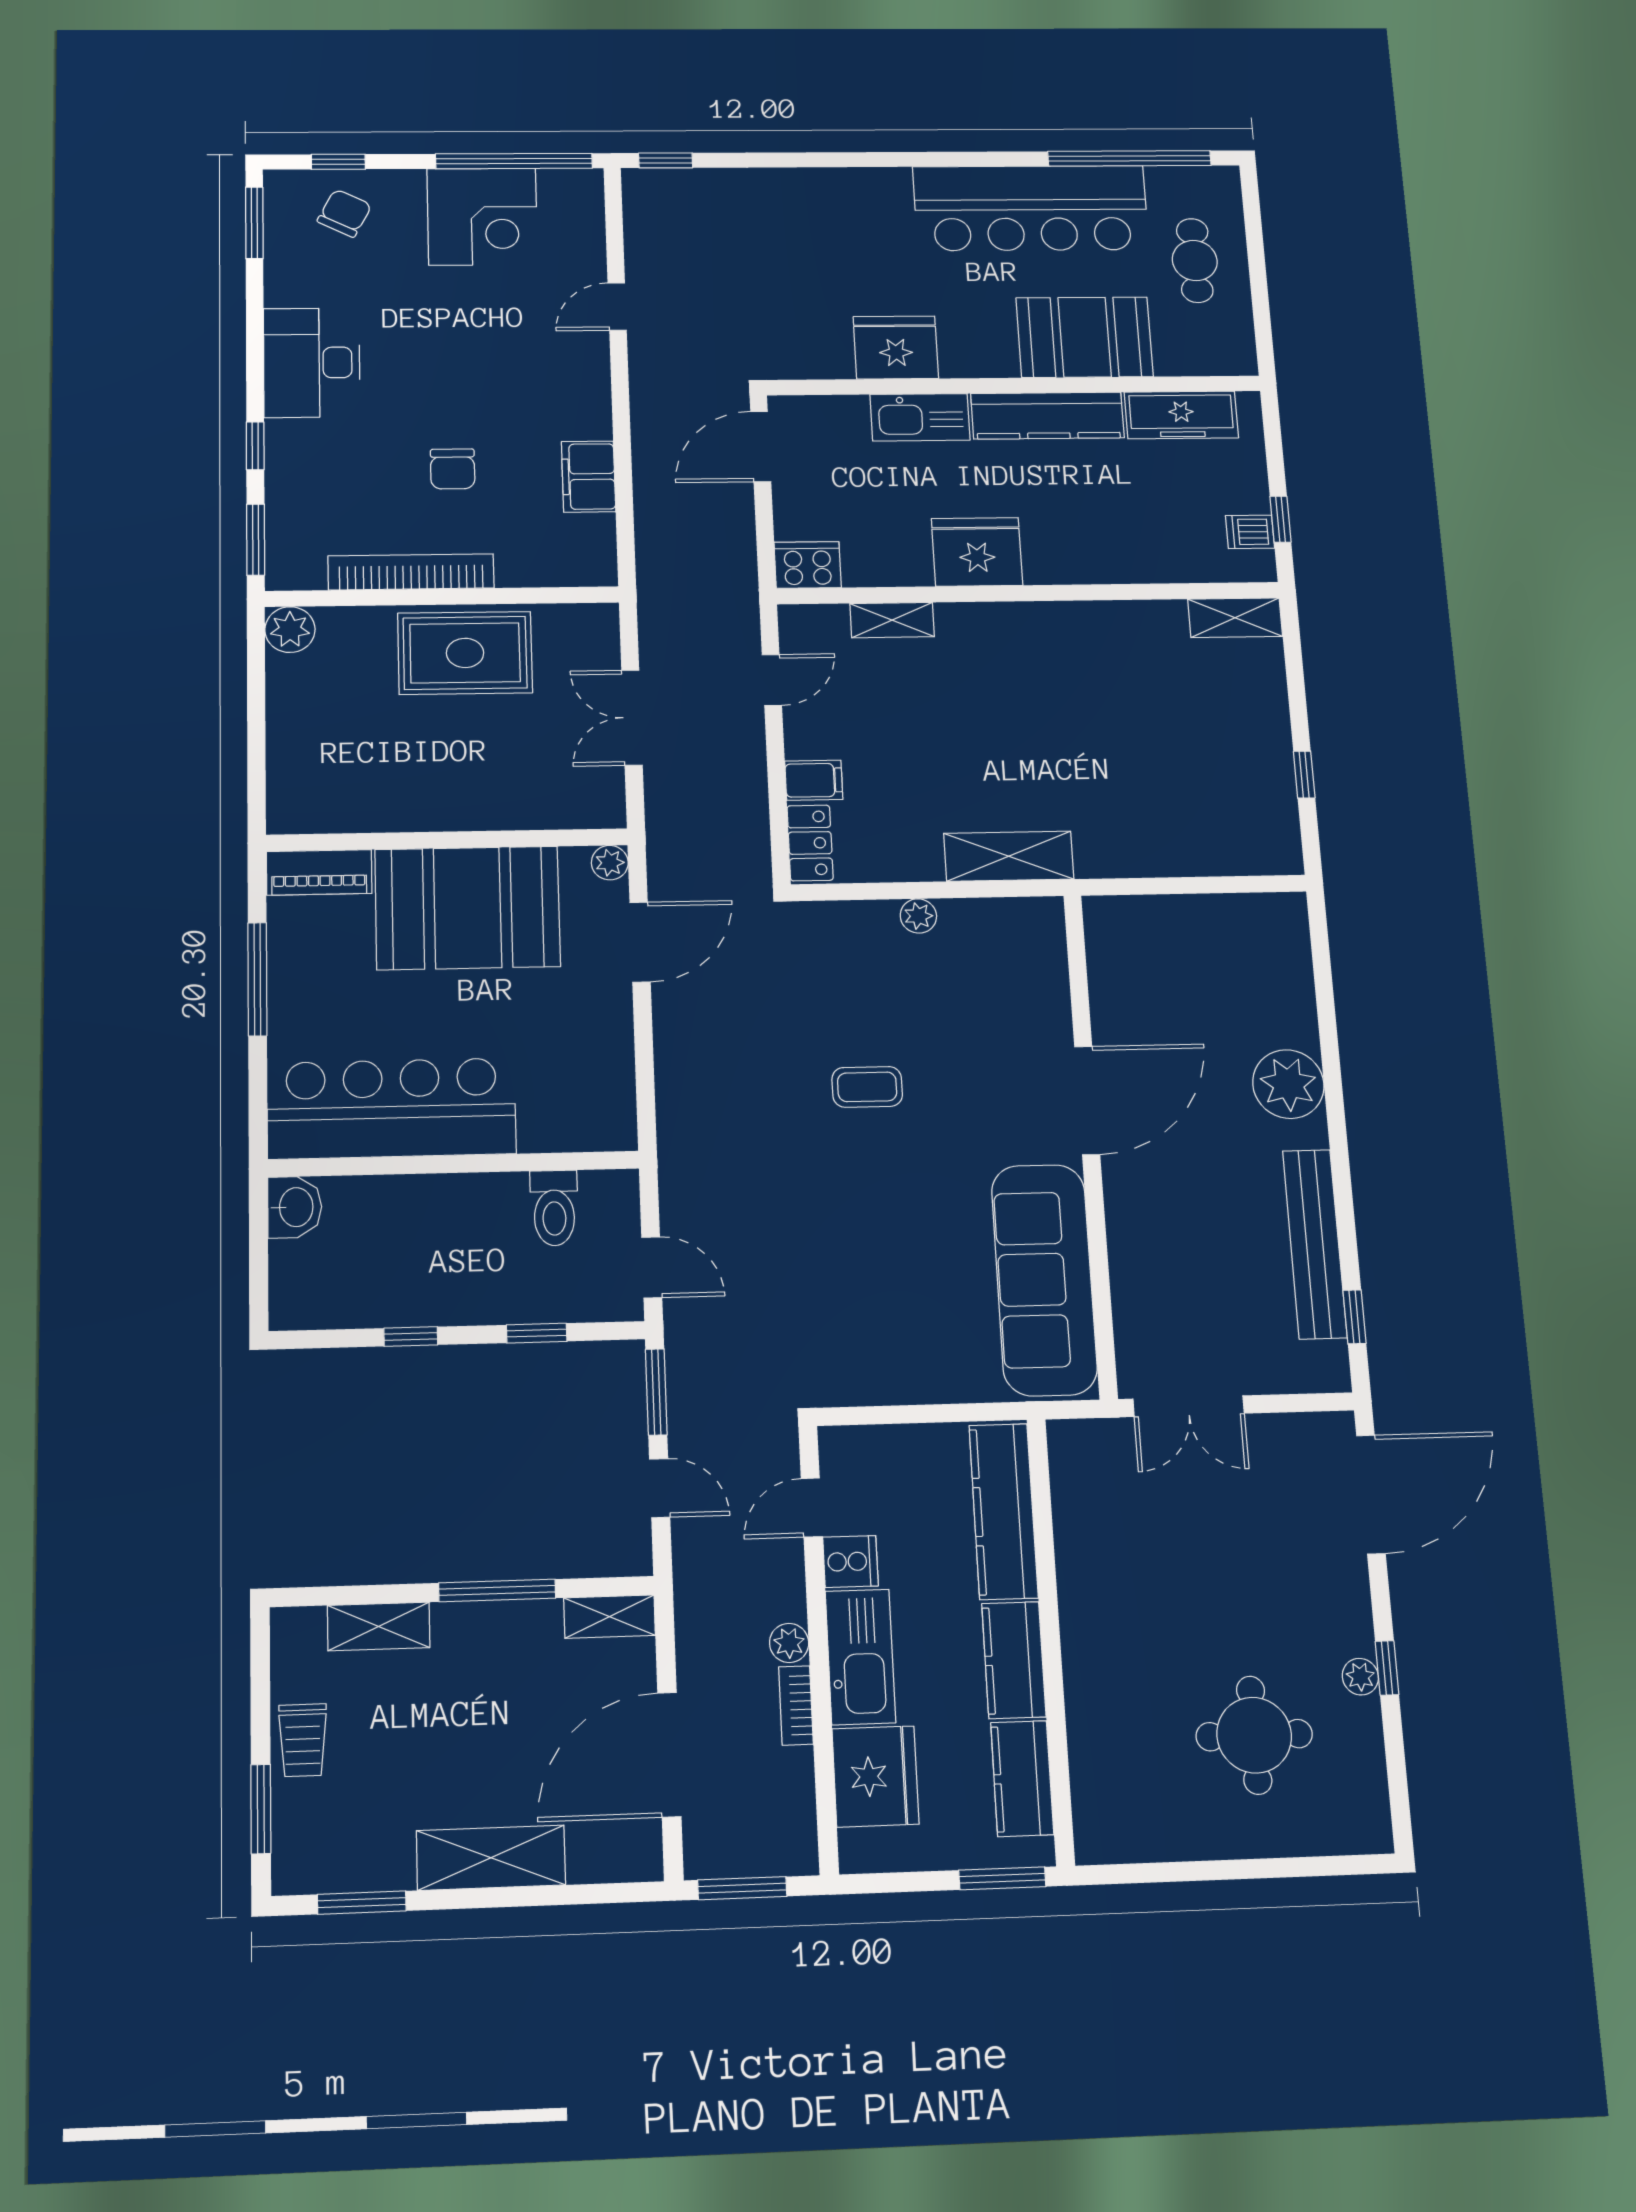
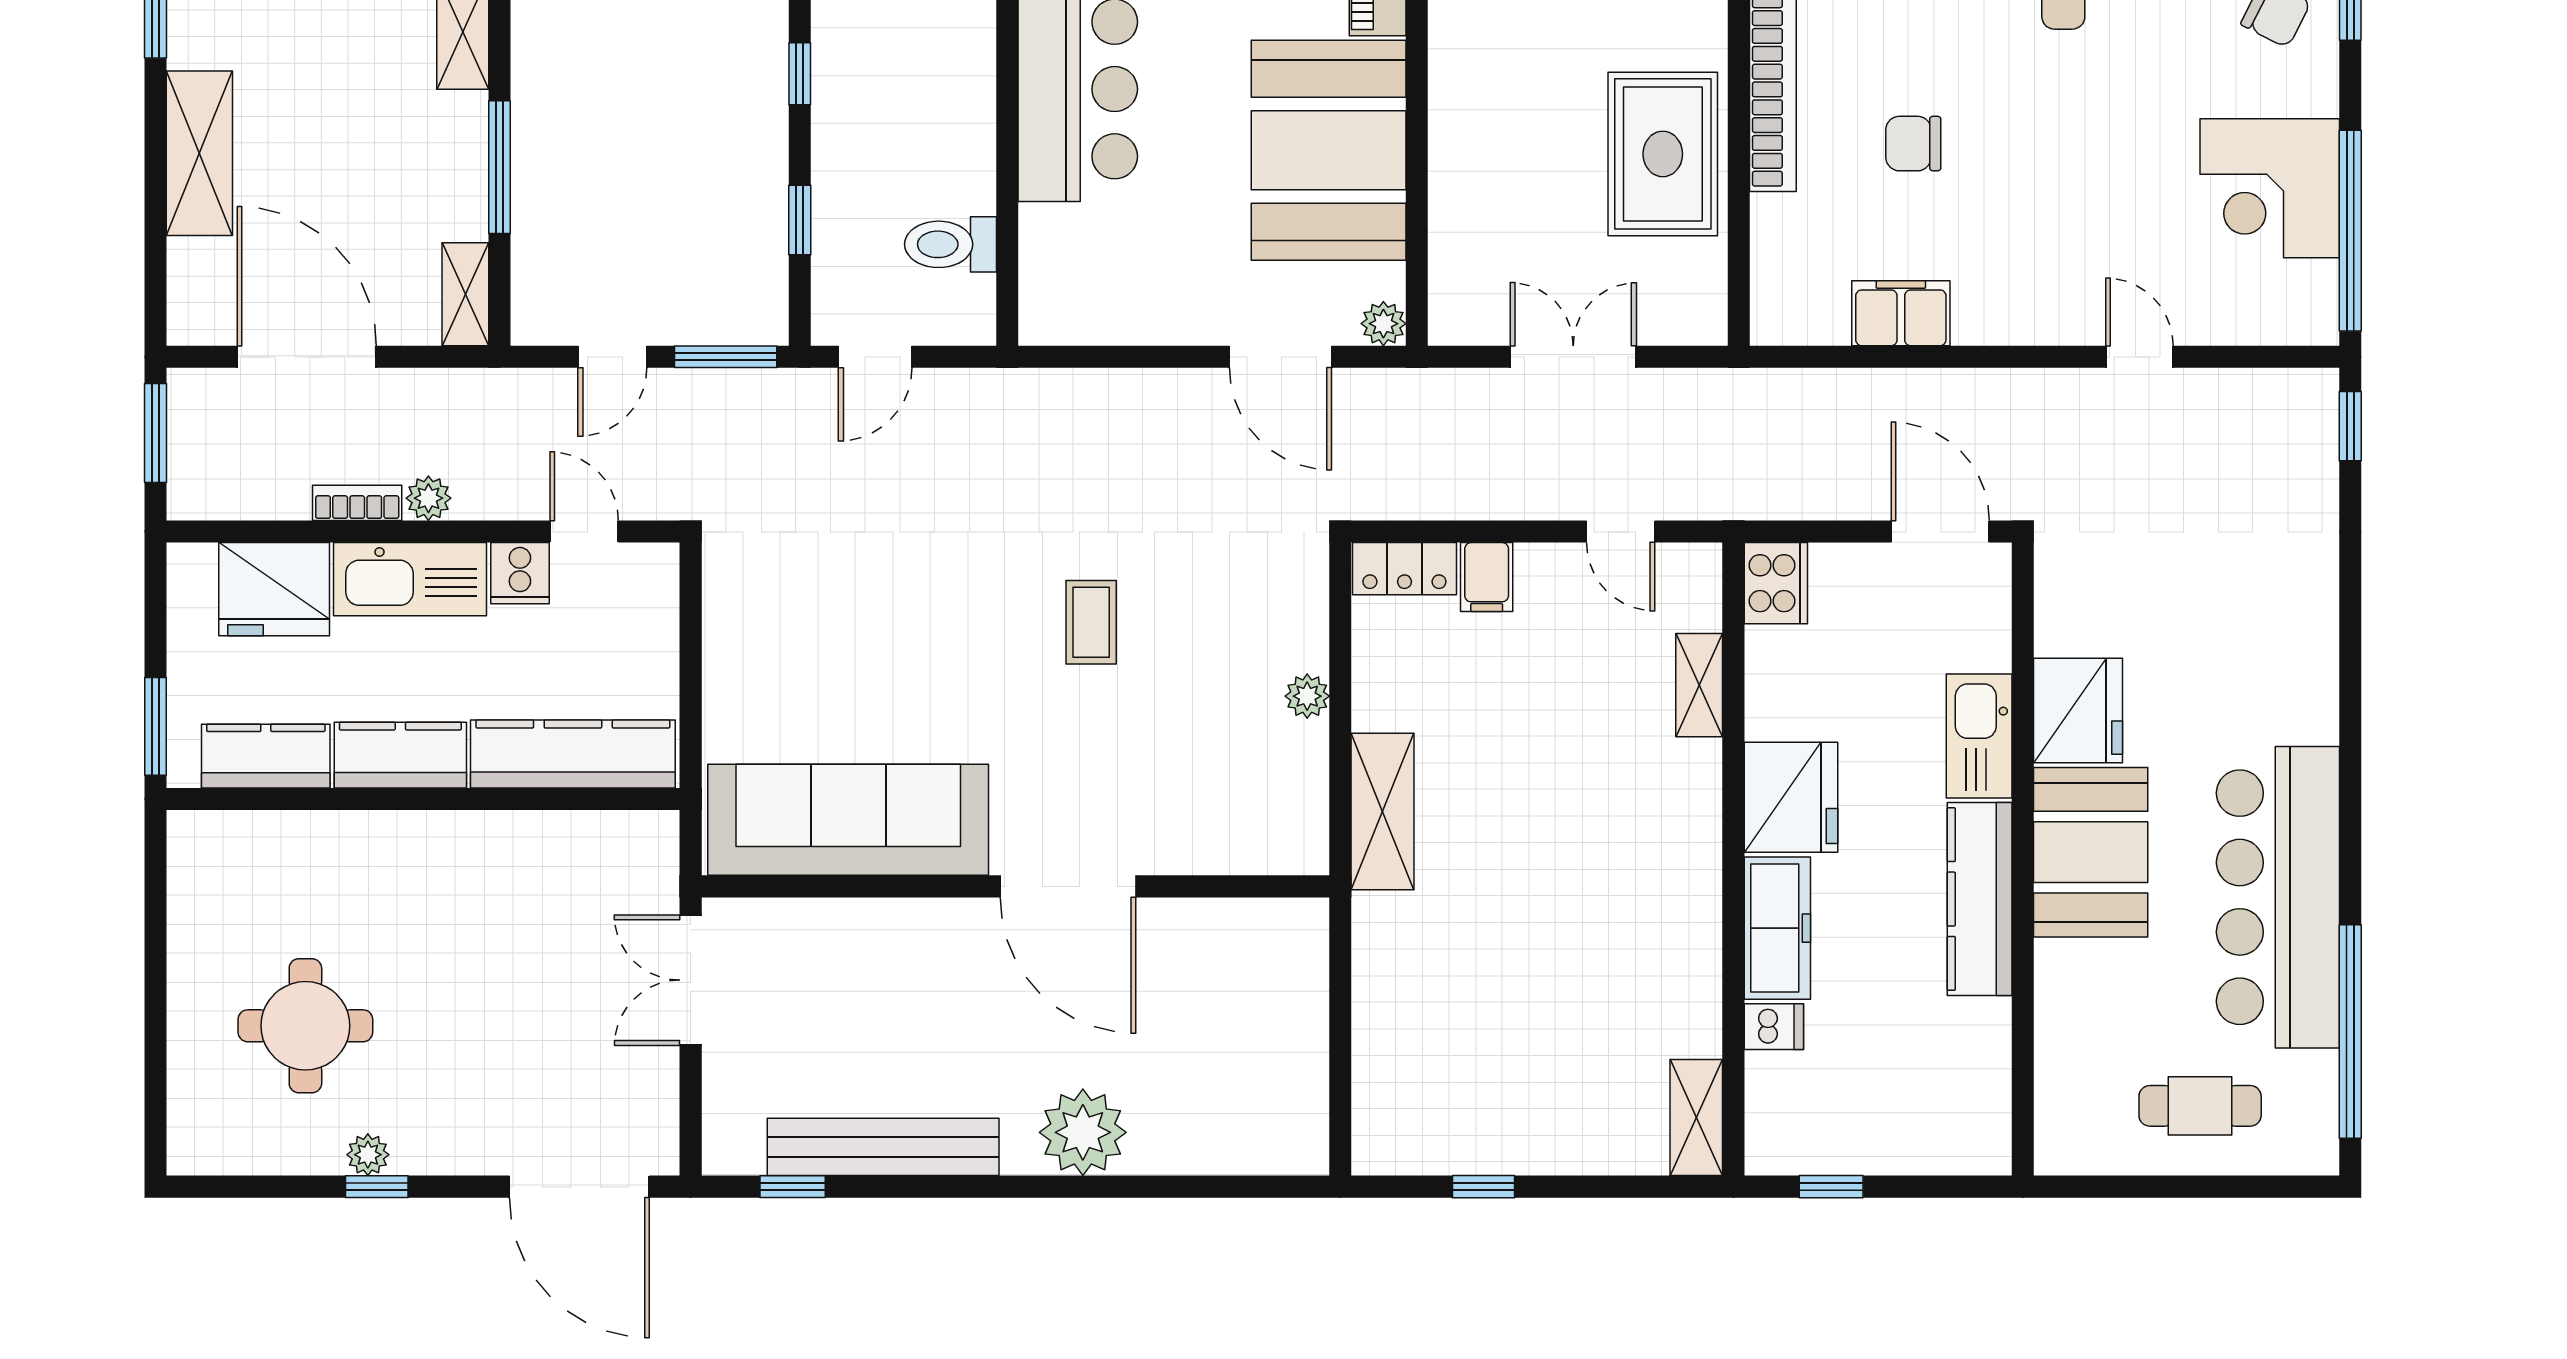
booth: (1085, 337) -> (2091, 852), moved
freezer: (1181, 415) -> (1777, 928), moved, turned 180
dishwasher: (1250, 532) -> (1774, 1027), moved, turned 90

